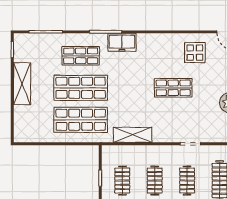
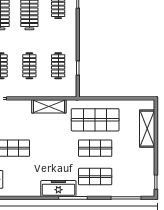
freezer: (122, 42) -> (58, 189), width x1.40
shelving: (22, 84) -> (147, 129), moved
shop shelf: (81, 88) -> (95, 148), width x0.70, depth x0.74

